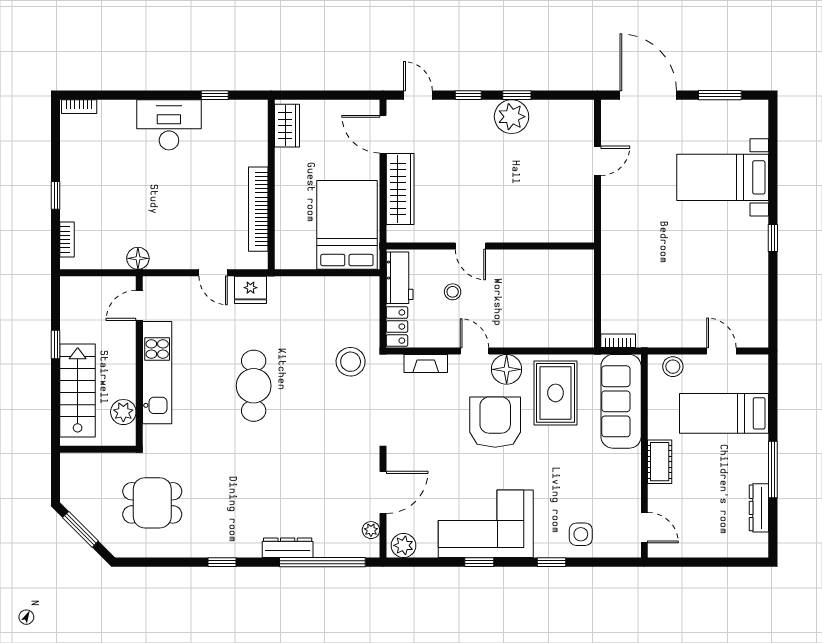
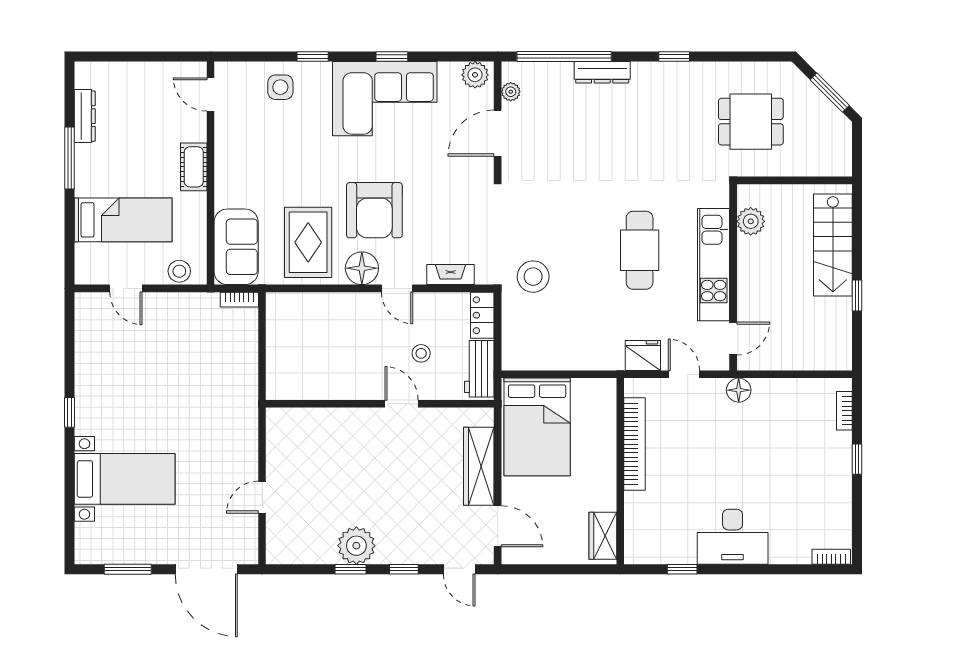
floor lamp: (138, 258) -> (739, 390), moved
door: (139, 305) -> (733, 339), moved
wall: (139, 361) -> (733, 277), moved
kitchen unit: (157, 373) -> (714, 265), moved
sofa: (621, 401) -> (236, 247), width x0.73
plant: (123, 412) -> (751, 221), moved

